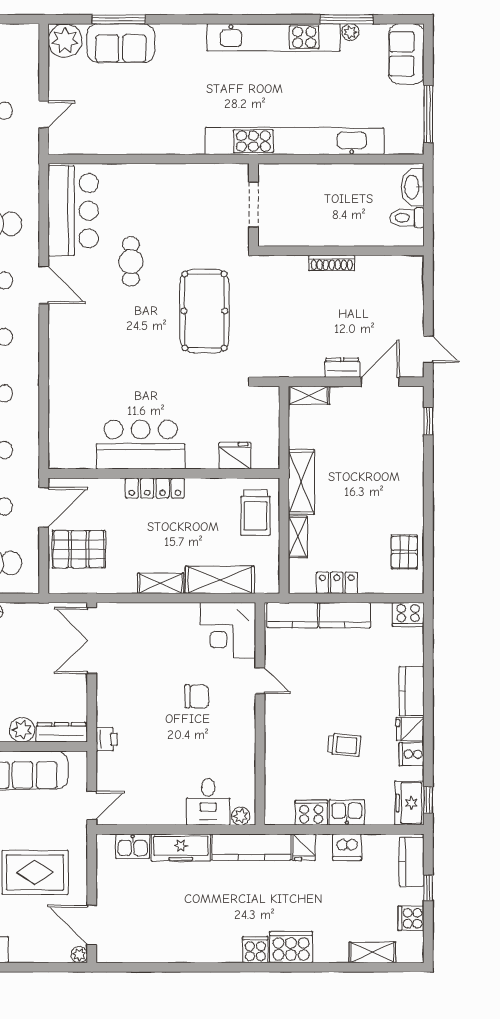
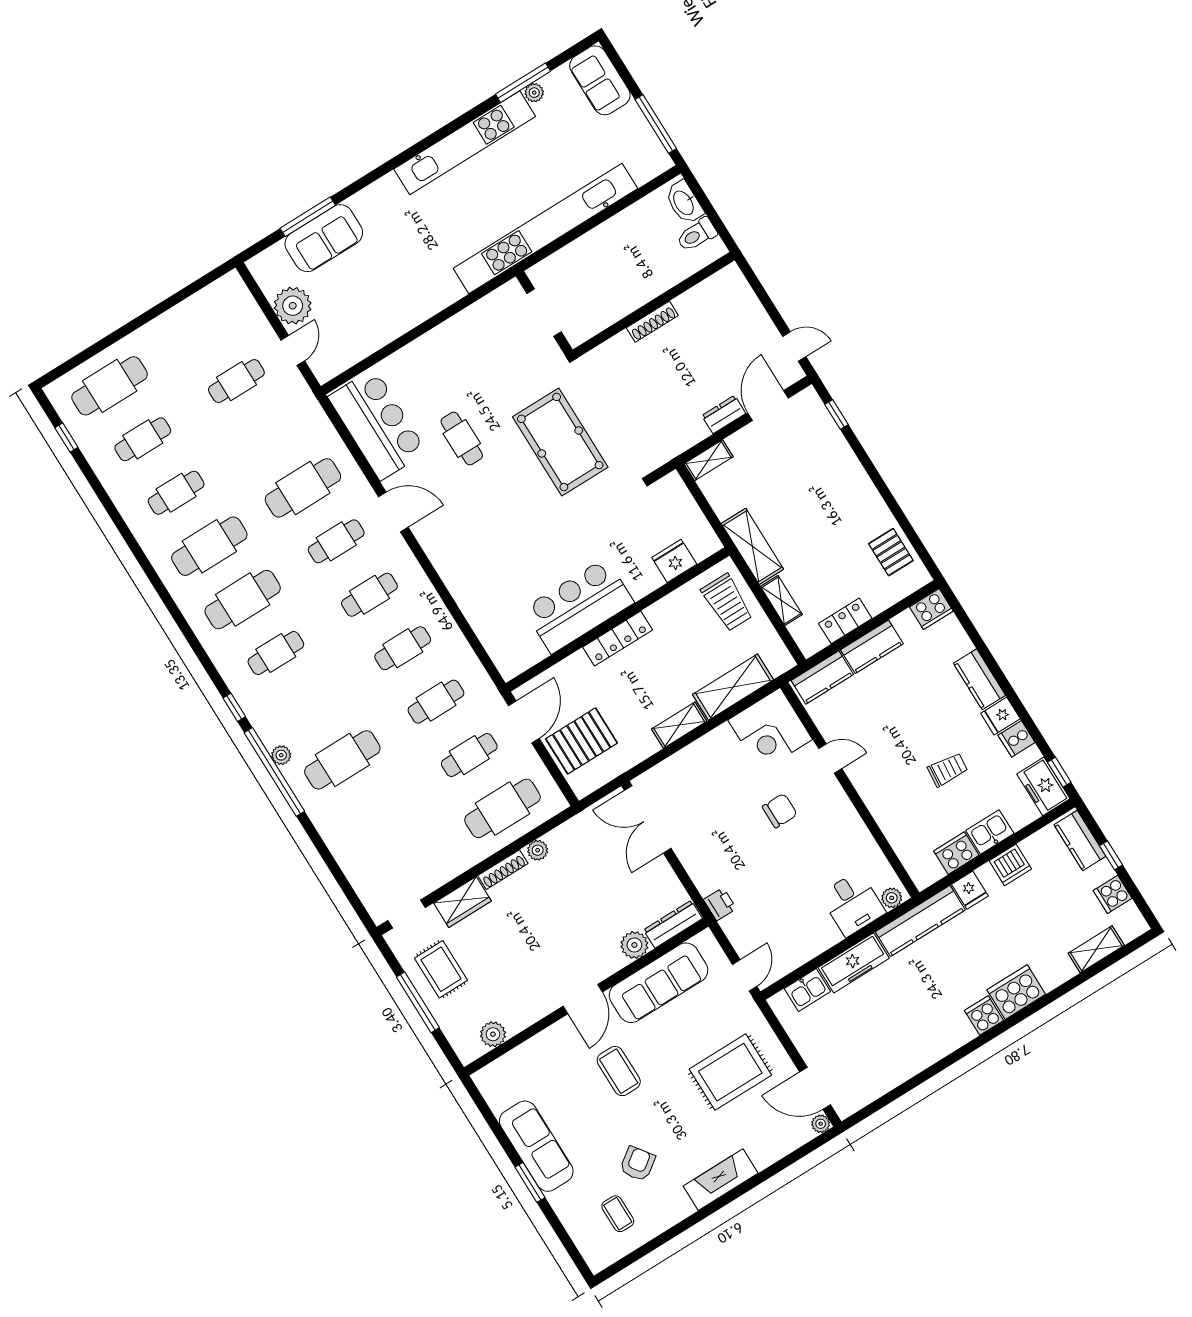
plant: (65, 40) -> (293, 306), moved

